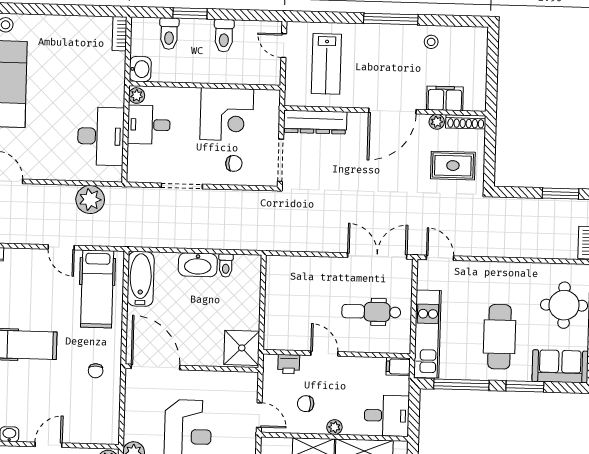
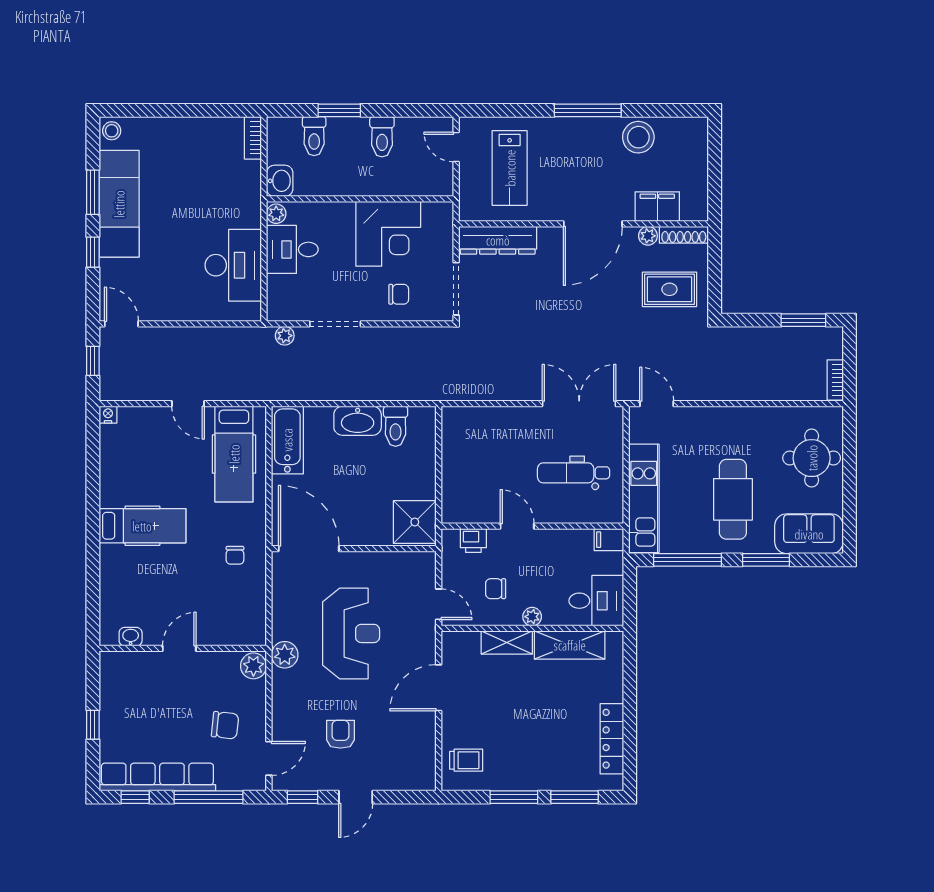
stool: (431, 42) -> (638, 137), width x1.89, depth x1.89
plant: (90, 200) -> (285, 336), moved, width x0.53, depth x0.53
toilet: (226, 266) -> (396, 426), width x1.37, depth x1.39

